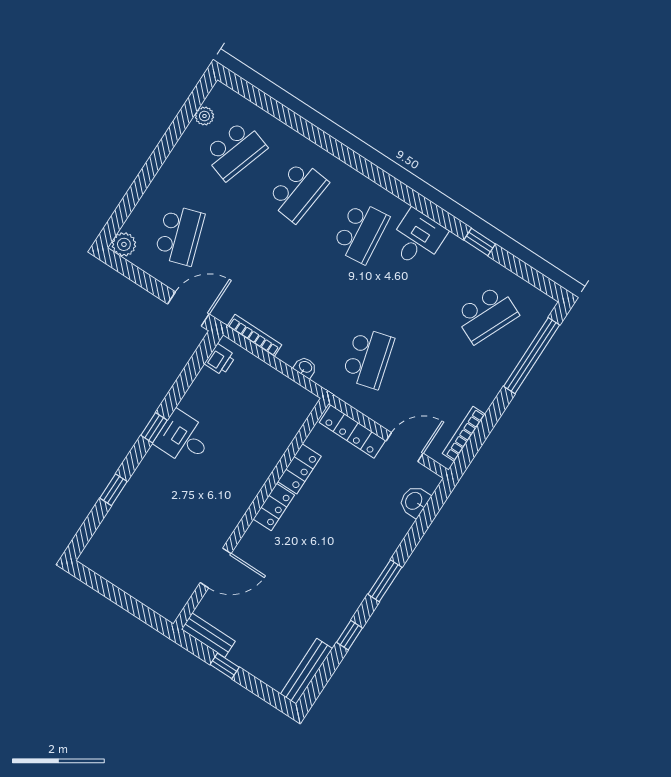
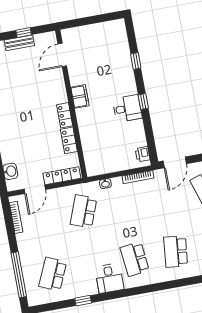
school desk: (368, 358) -> (84, 211), turned 36
filing cabinet: (231, 513) -> (80, 96), added
door: (216, 568) -> (62, 55), moved
bench: (208, 635) -> (19, 43), moved

